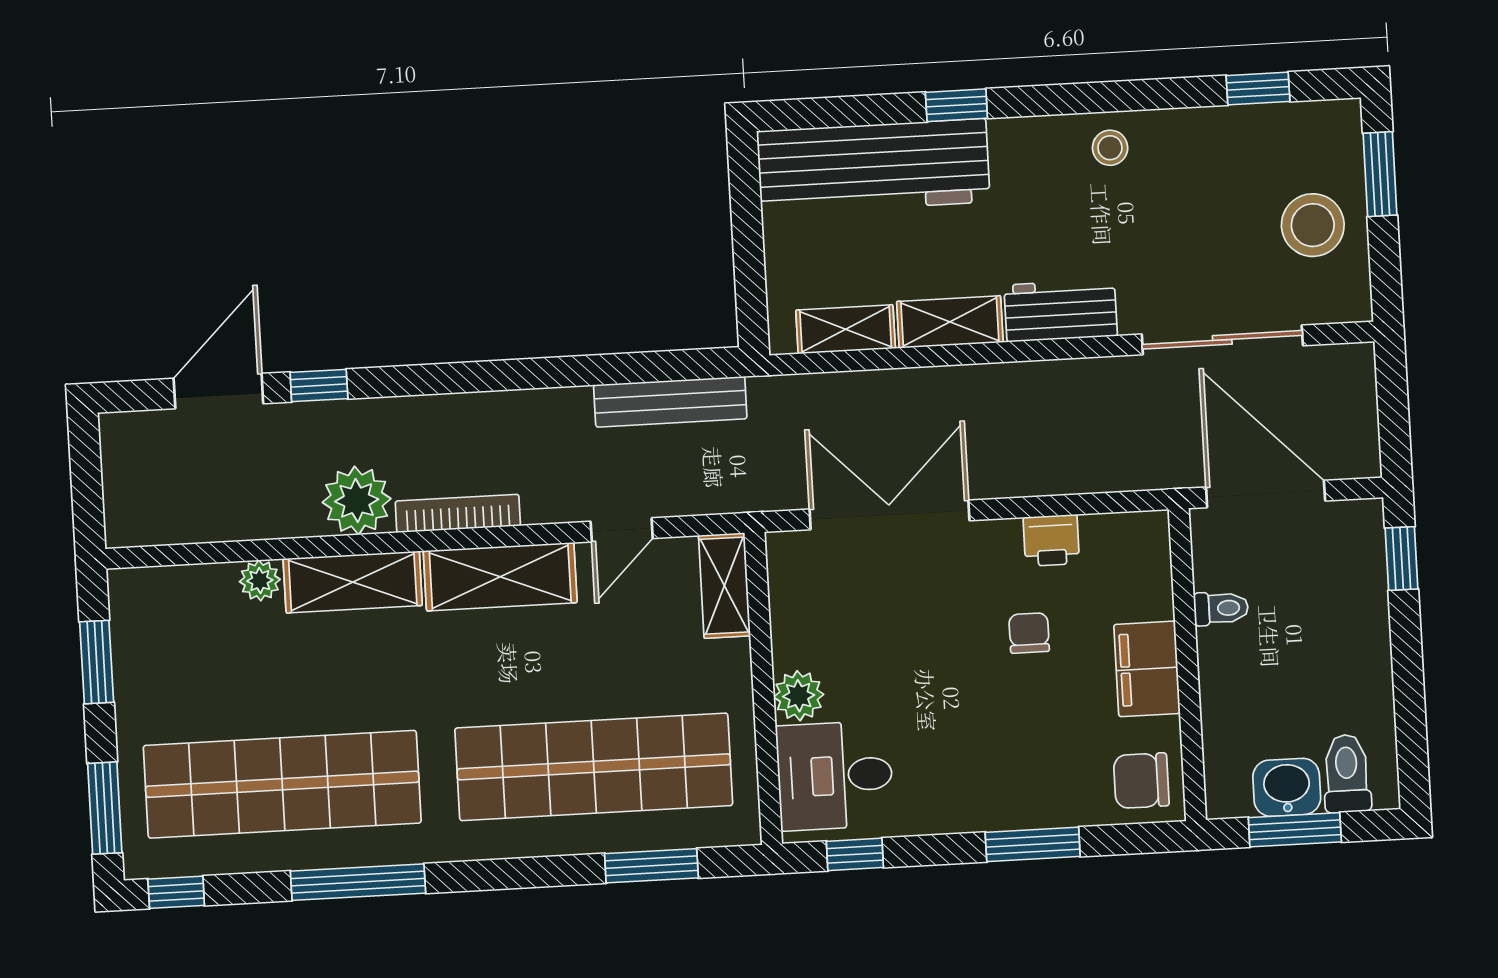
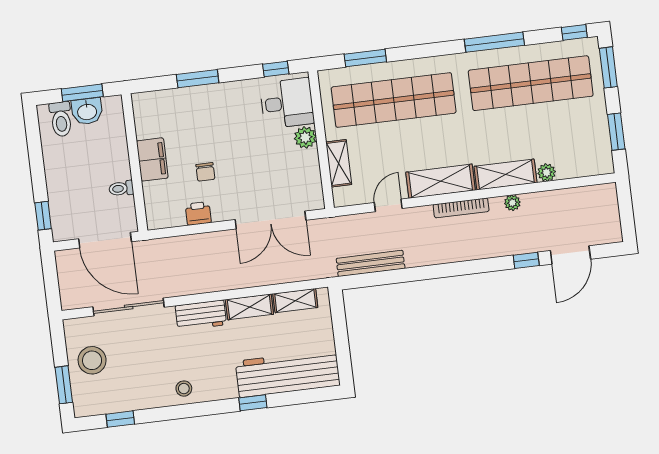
plant: (357, 500) -> (512, 203), width x0.53, depth x0.53
shelving: (724, 586) -> (339, 163), moved
chair: (1141, 781) -> (151, 110), removed

